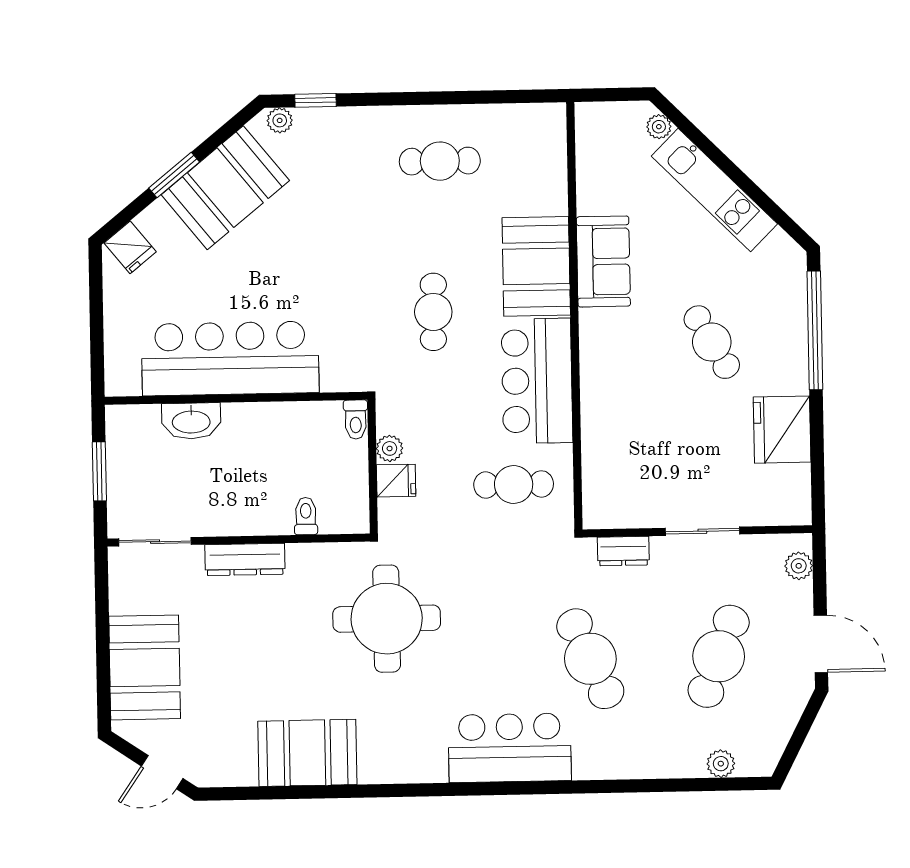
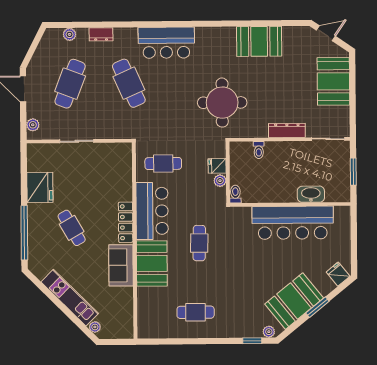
locker: (594, 356) -> (126, 222), added
dresser: (623, 551) -> (101, 34), moved, turned 180

